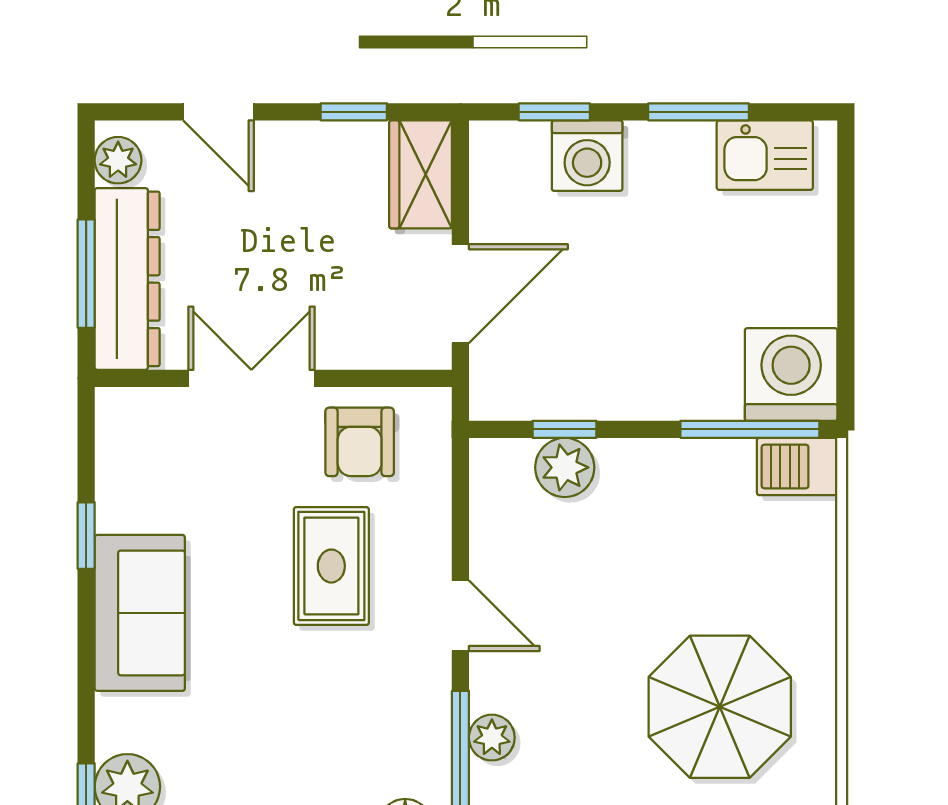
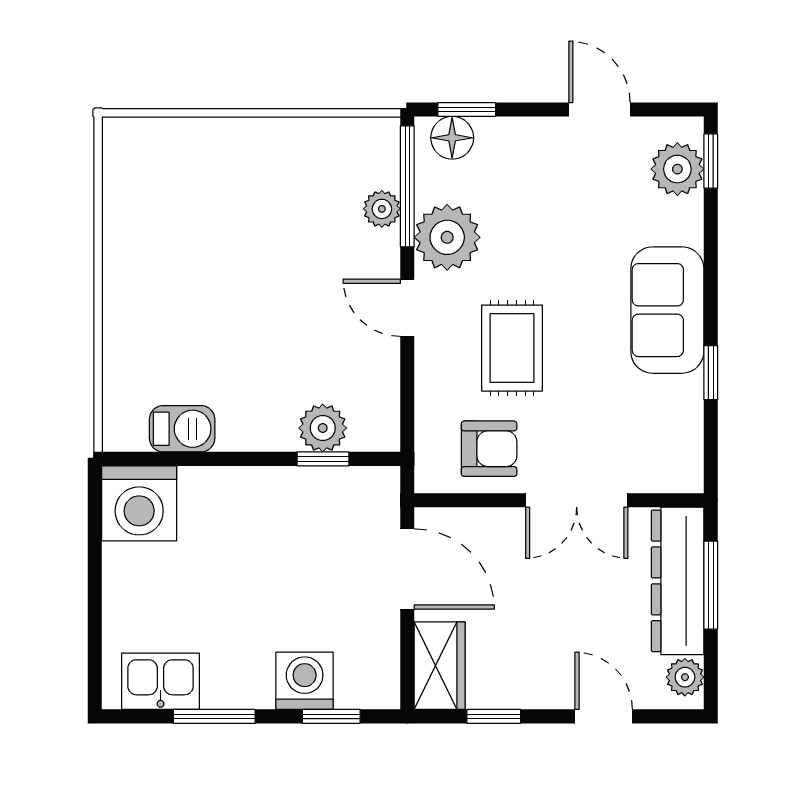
door: (460, 294) -> (407, 569), swing flipped
window: (750, 429) -> (173, 459), removed
armchair: (360, 442) -> (489, 449), turned 90
barbecue: (797, 467) -> (182, 429), moved
plant: (411, 703) -> (447, 237), added
parasol: (720, 707) -> (197, 234), removed

